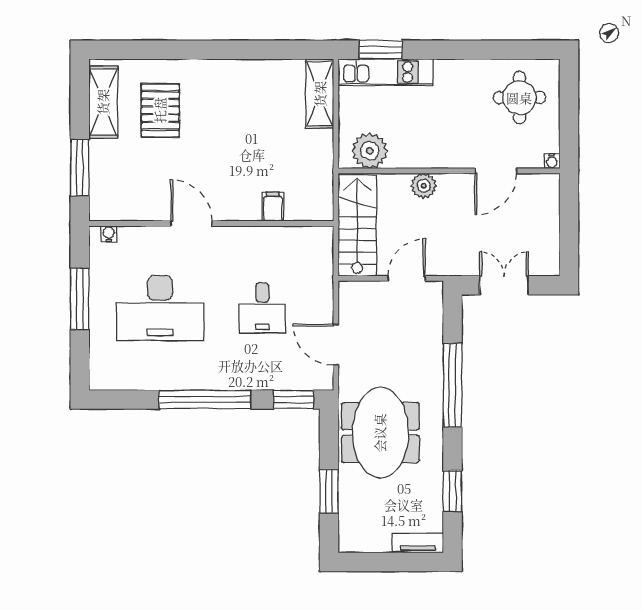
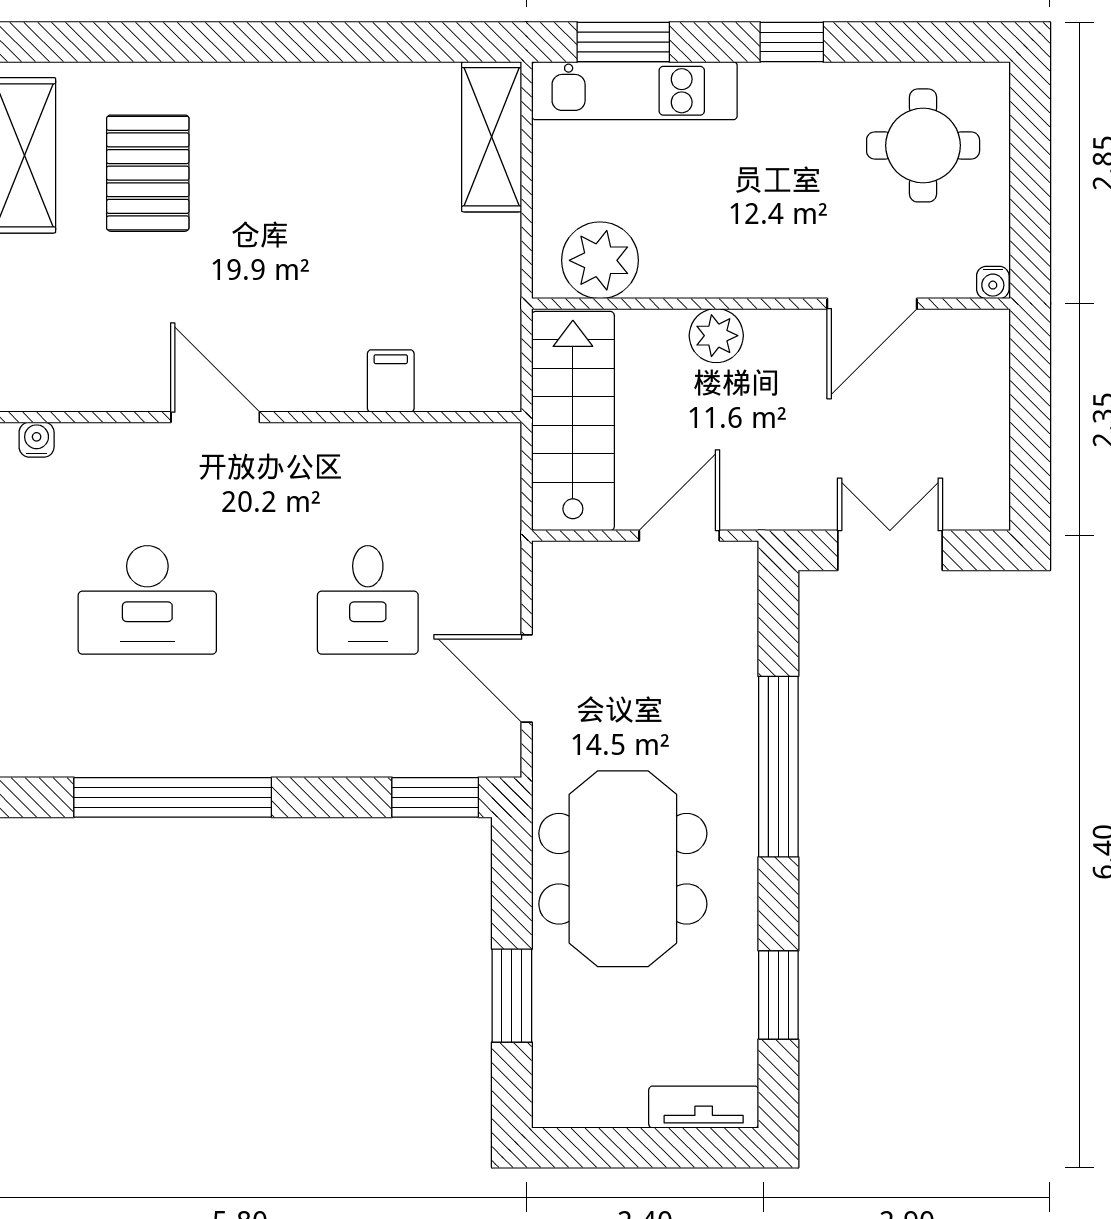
window: (459, 50) -> (792, 42), added
desk: (160, 308) -> (147, 600), width x0.73, depth x0.77
window: (205, 400) -> (173, 797), moved

